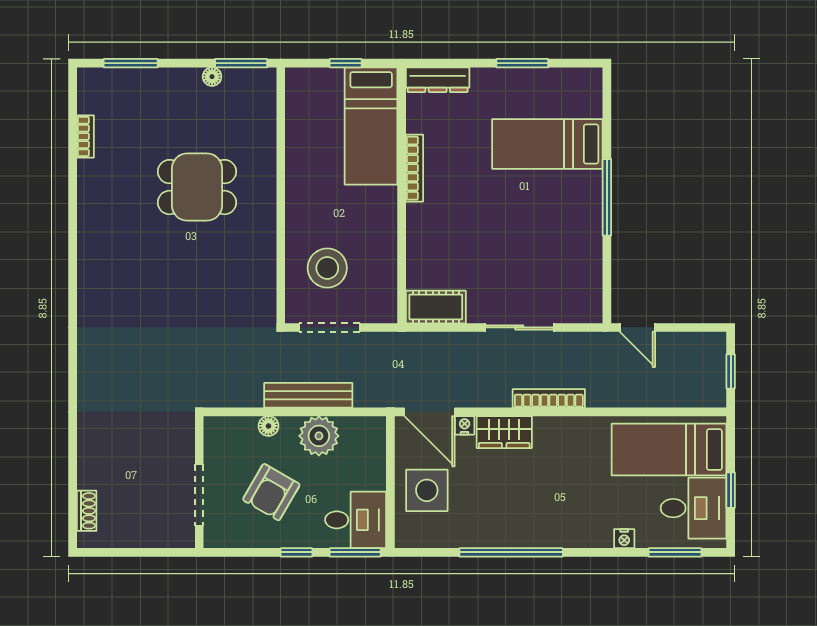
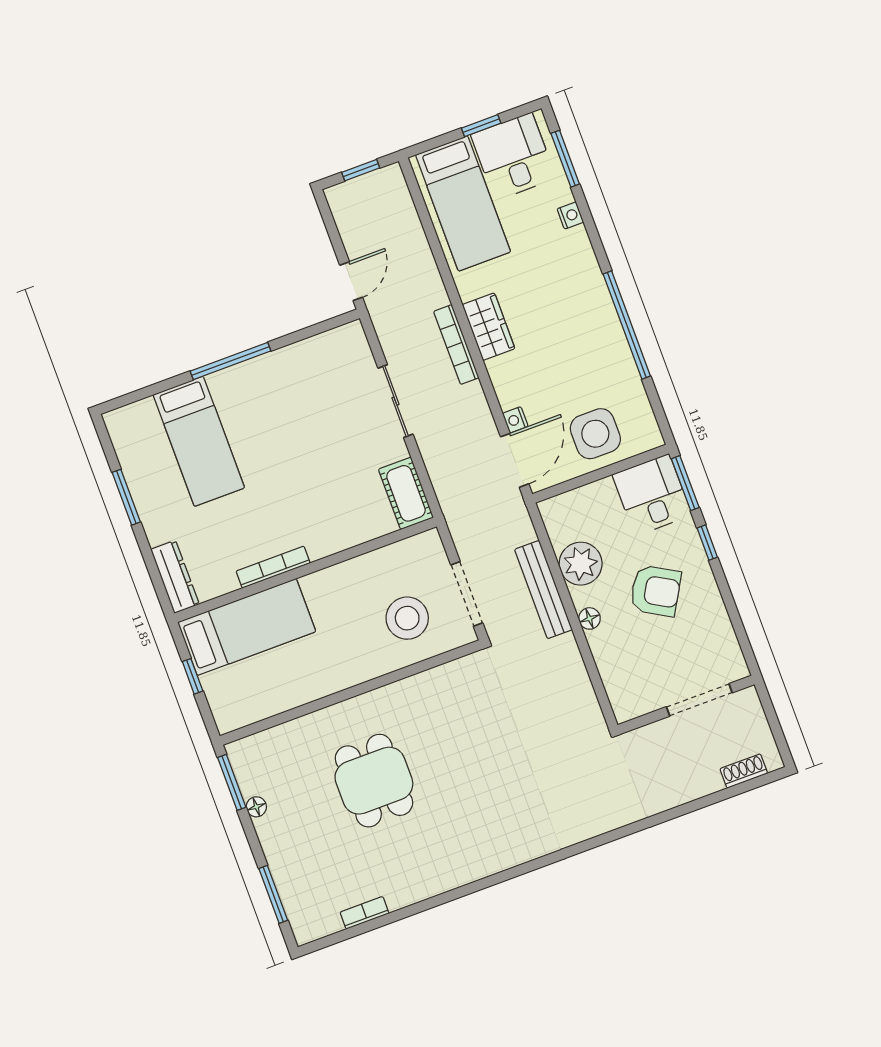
wardrobe: (504, 432) -> (489, 327), moved
wall: (199, 482) -> (686, 705), moved
doorway: (199, 495) -> (699, 700), moved

